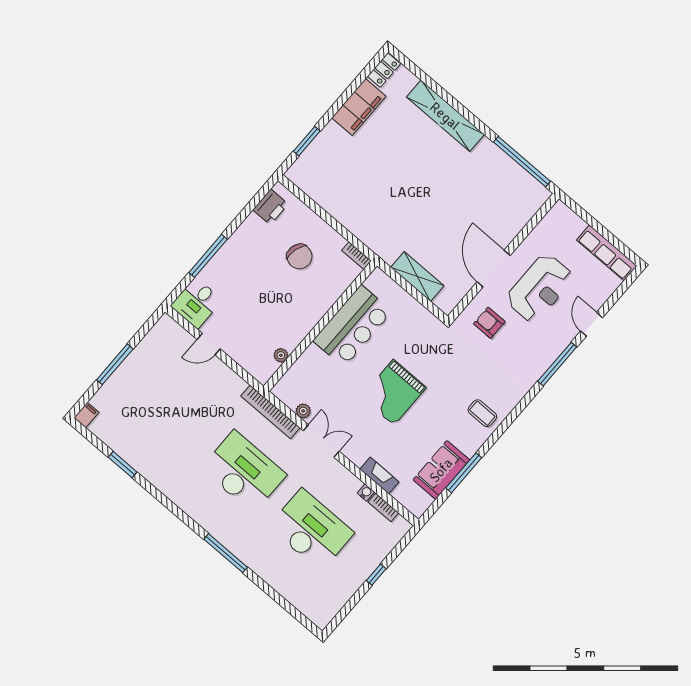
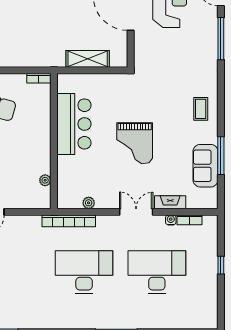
armchair: (489, 323) -> (157, 49), removed
coffee table: (482, 413) -> (201, 109), turned 90
double door: (321, 441) -> (136, 212), moved

